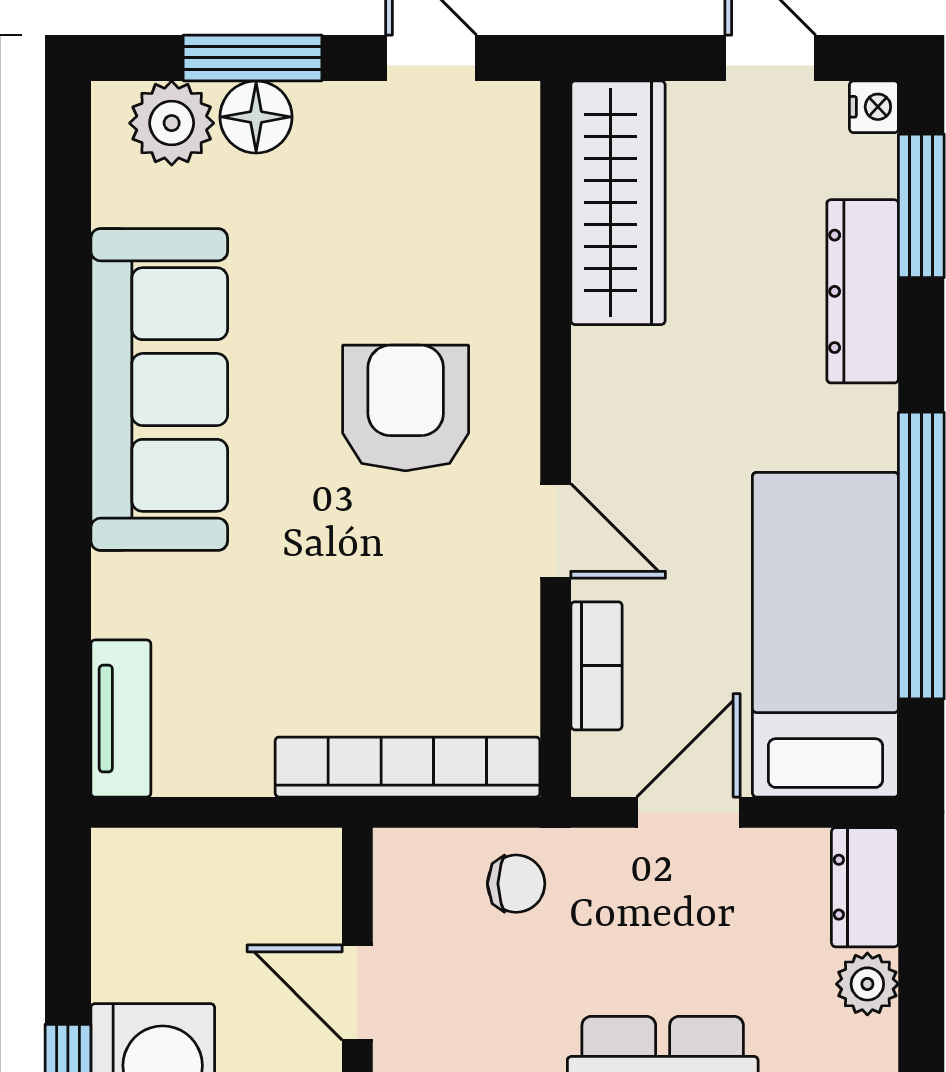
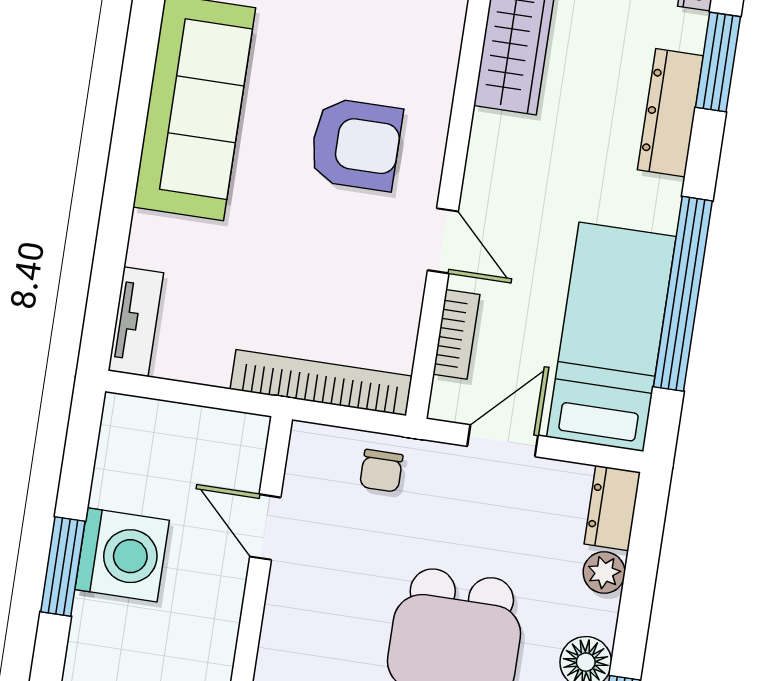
armchair: (406, 408) -> (356, 144), turned 90
chair: (516, 884) -> (381, 471), turned 90

